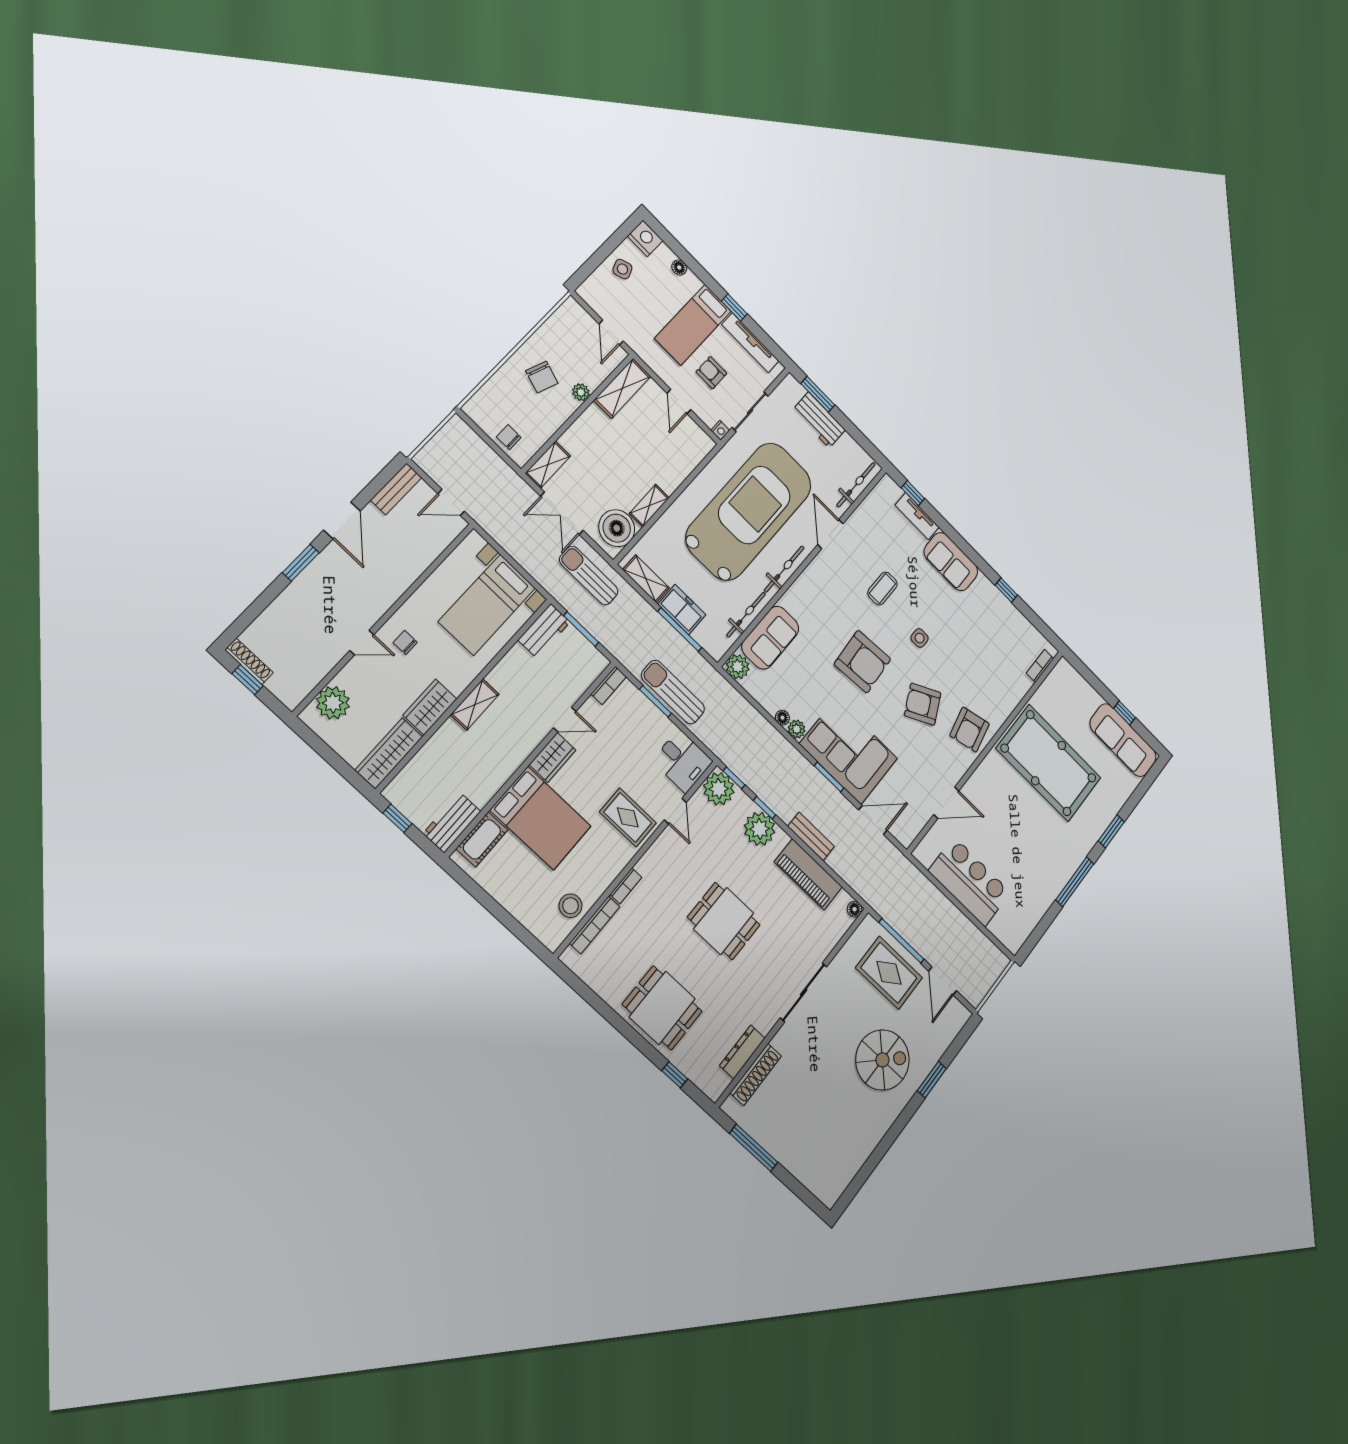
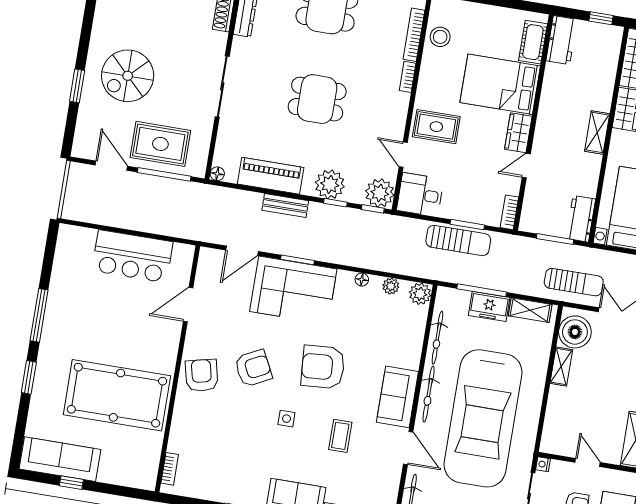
sofa: (770, 638) -> (397, 397), moved
plant: (797, 729) -> (391, 286), moved

